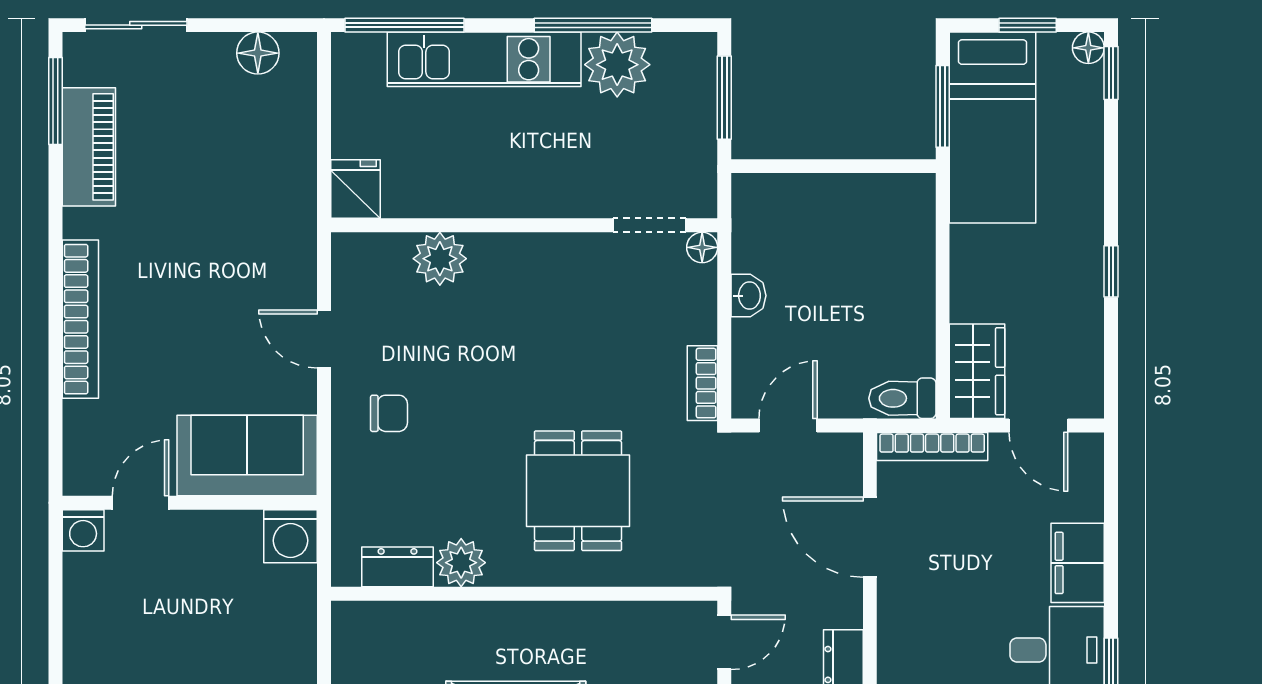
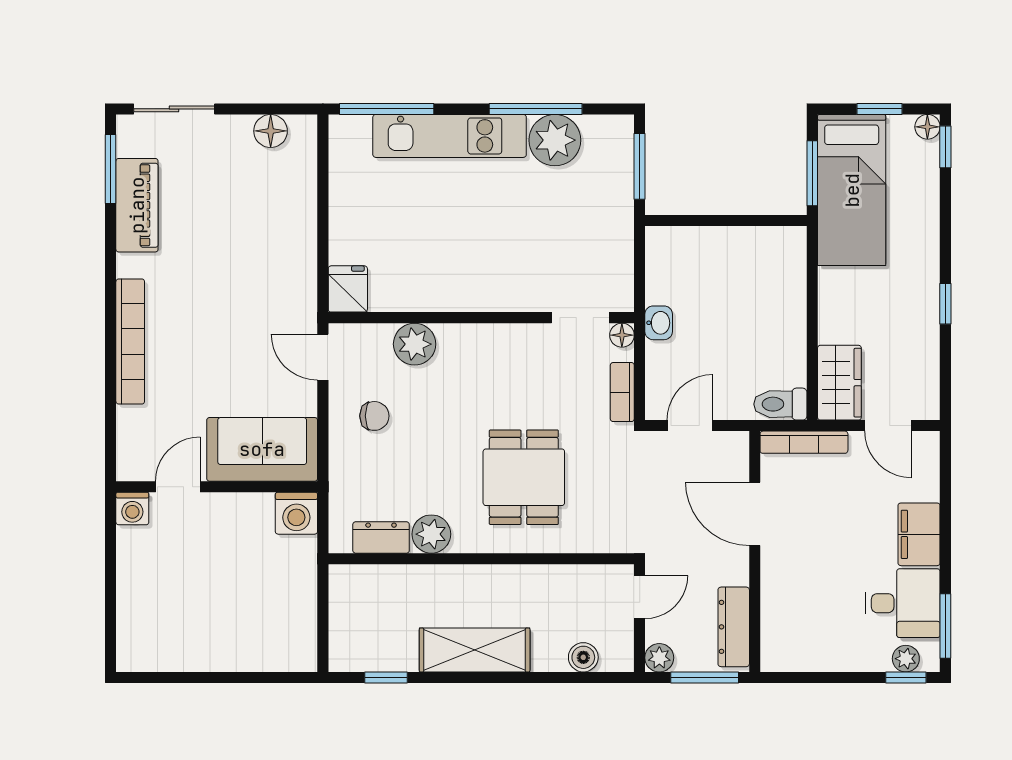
fridge: (355, 189) -> (348, 289), moved
wall: (524, 225) -> (481, 318), moved
doorway: (649, 225) -> (580, 318), moved
floor lamp: (702, 247) -> (622, 335), moved
plant: (440, 259) -> (415, 344), moved

